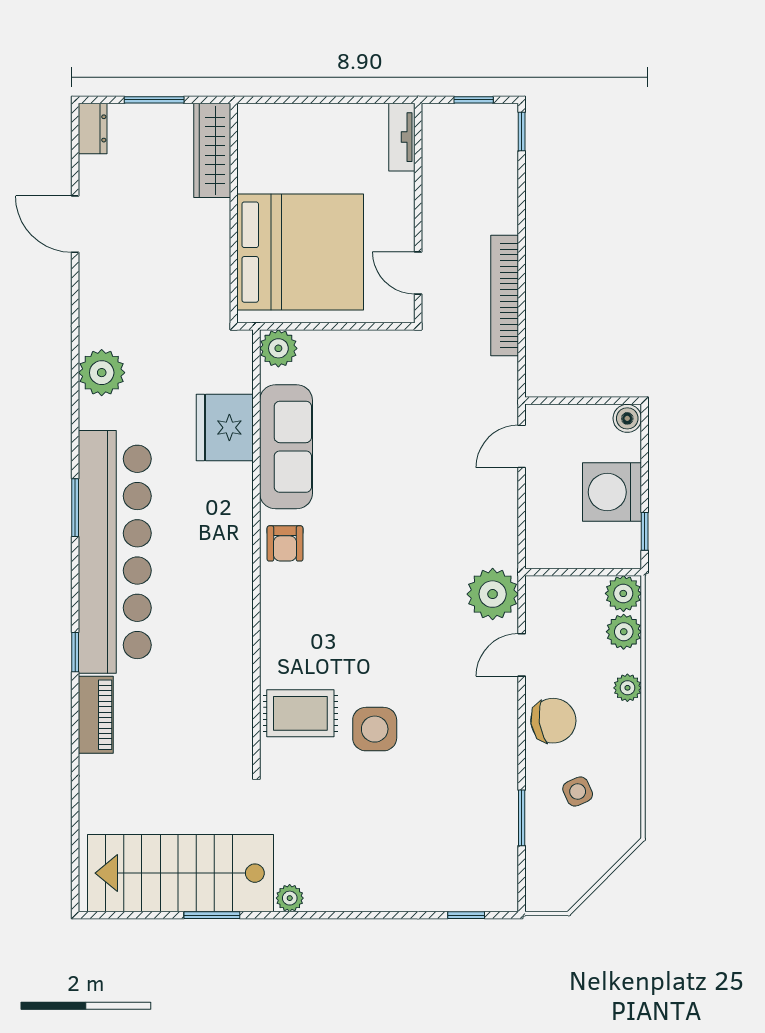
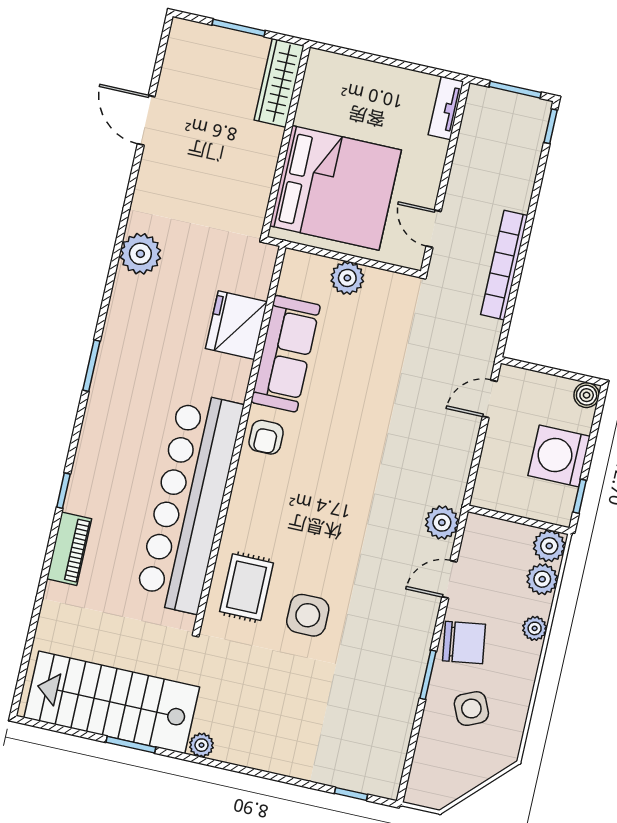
window: (474, 100) -> (515, 90), width x1.50
dresser: (93, 128) -> (180, 41), removed
plant: (278, 348) -> (347, 278), moved
bar counter: (115, 552) -> (189, 503), moved, turned 180
plant: (493, 594) -> (442, 522), width x0.73, depth x0.73
rug: (300, 713) -> (247, 587), turned 90
side table: (578, 791) -> (471, 709), width x1.37, depth x1.37
window: (522, 818) -> (428, 675), moved

